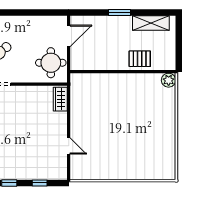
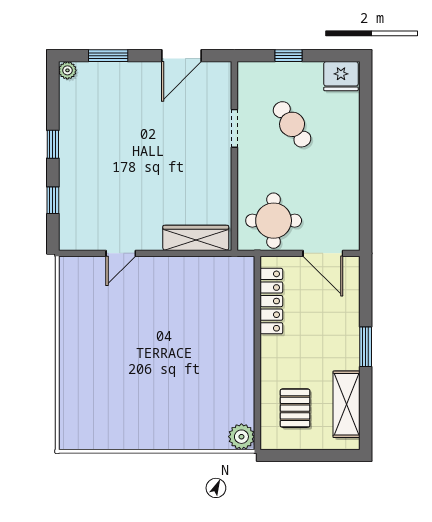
pallet: (140, 59) -> (295, 408), moved
locker: (95, 64) -> (271, 301), added
wardrobe: (60, 99) -> (196, 238), width x1.50

